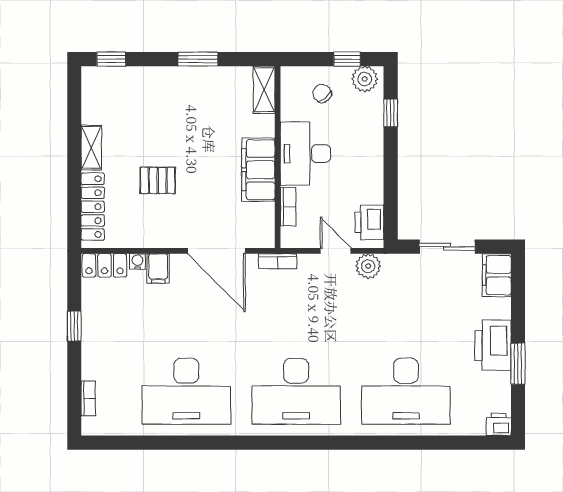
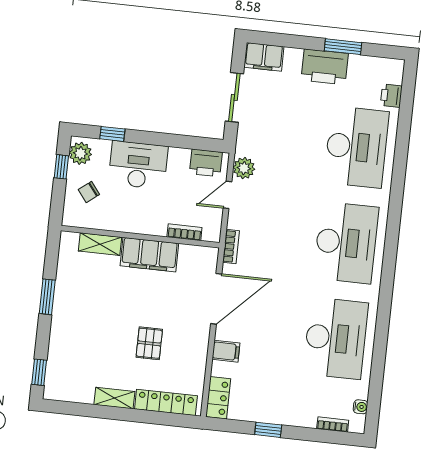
shelving: (264, 90) -> (100, 244), moved
desk: (306, 154) -> (138, 165), moved, turned 180
water cooler: (137, 261) -> (361, 407), moved, turned 180
printer: (499, 424) -> (391, 96), moved

